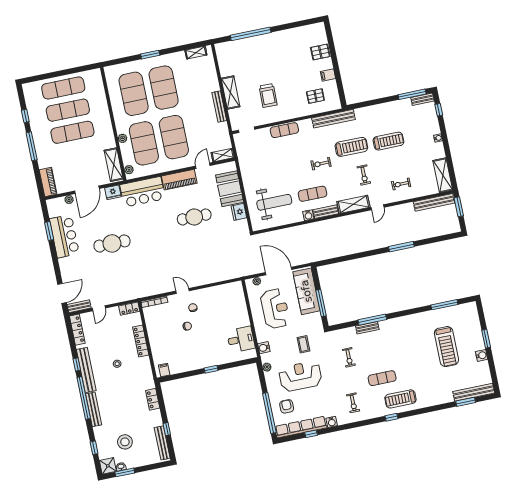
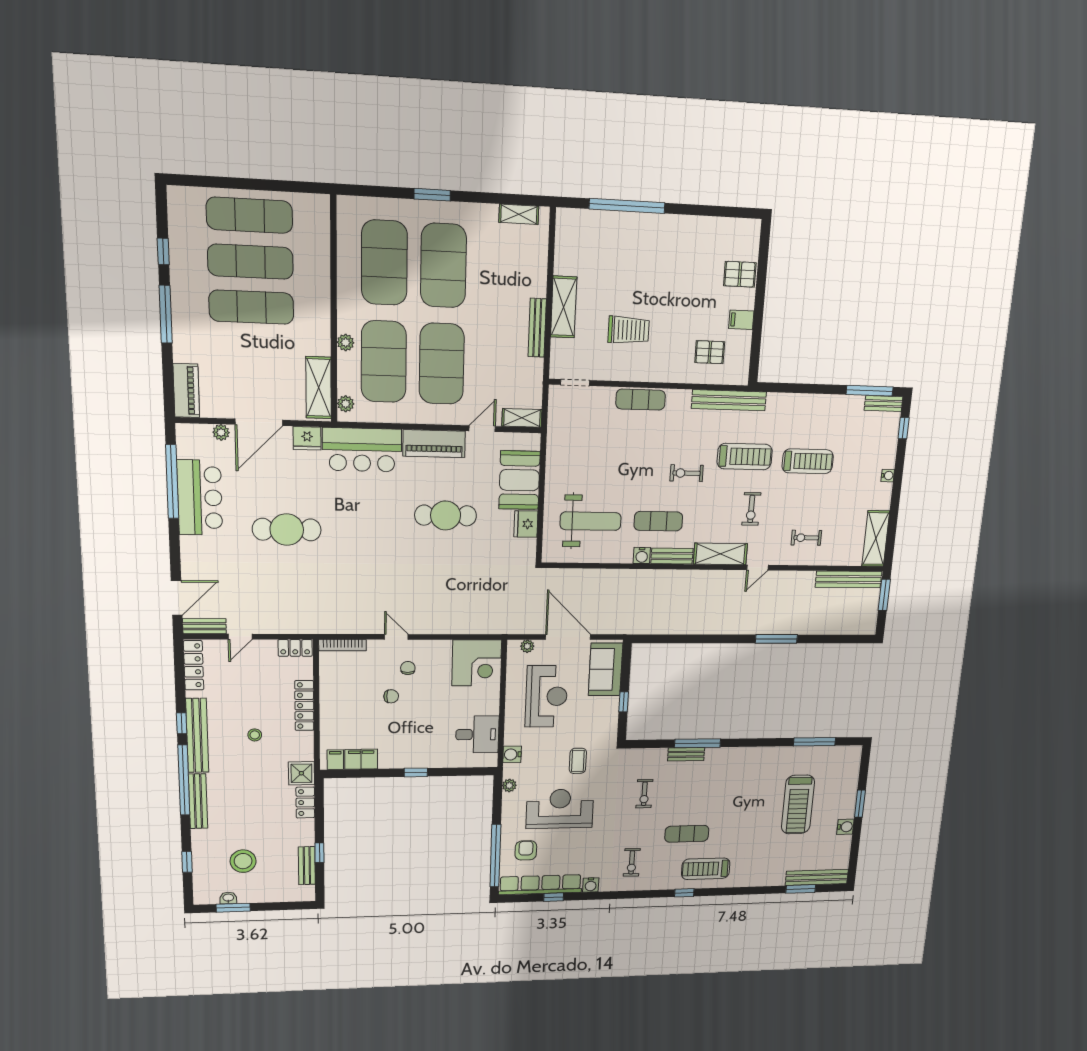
trolley: (268, 95) -> (629, 330), turned -91
window: (49, 231) -> (172, 482), width x2.11
sofa: (306, 291) -> (606, 669), width x0.73
corner desk: (231, 297) -> (477, 663), added
window: (321, 303) -> (624, 702), width x0.46
filing cabinet: (178, 367) -> (361, 759), added
bench: (162, 443) -> (307, 866), width x0.73
shower: (108, 466) -> (301, 773), moved

